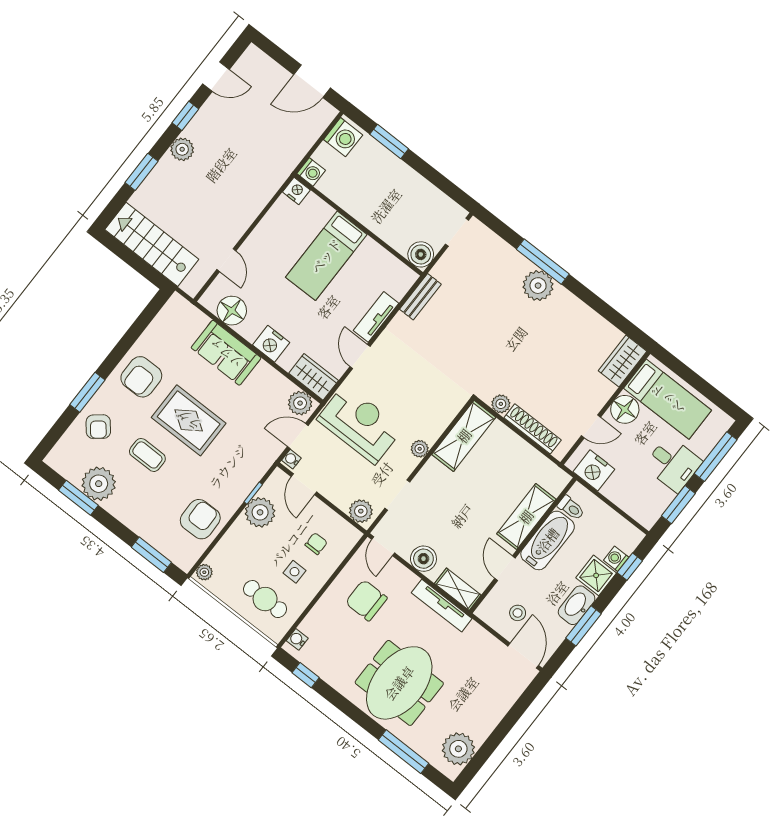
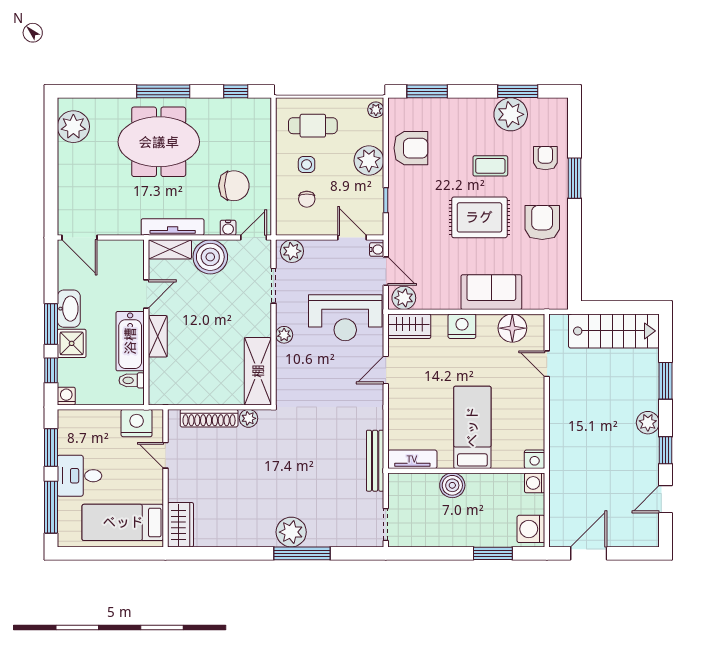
boiler: (421, 254) -> (452, 485), moved
bench: (420, 297) -> (375, 461), width x1.36
tv unit: (376, 317) -> (412, 459), moved, turned -90
door: (360, 356) -> (386, 370), swing flipped
floor lamp: (625, 409) -> (150, 489), removed
door: (591, 426) -> (165, 455), hinge flipped
armchair: (98, 427) -> (545, 158), turned 39
door: (298, 436) -> (386, 271), hinge flipped
plant: (260, 512) -> (369, 161), moved
shelving: (526, 517) -> (158, 336), width x0.67, depth x0.75
armchair: (200, 519) -> (411, 148), turned -89
door: (383, 546) -> (254, 238), hinge flipped
boiler: (423, 559) -> (210, 257), width x1.37, depth x1.37
washing machine: (616, 559) -> (66, 396), moved, turned -90
door: (505, 568) -> (146, 294), hinge flipped
stool: (518, 613) -> (110, 267), removed
window: (583, 626) -> (51, 324), moved
water cooler: (297, 639) -> (228, 228), moved, turned 90
meeting table: (399, 683) -> (159, 142), turned 90
window: (404, 752) -> (163, 91), moved

